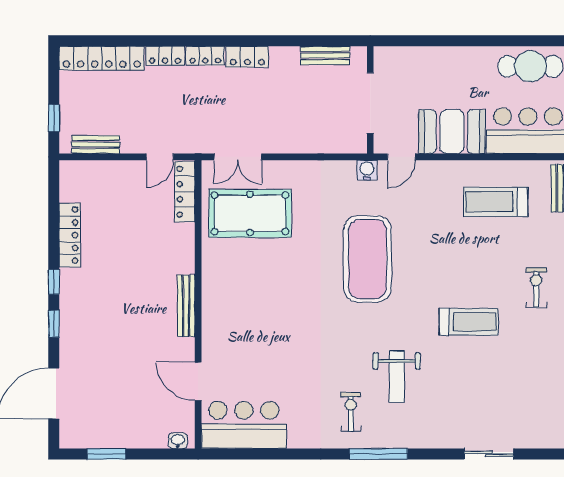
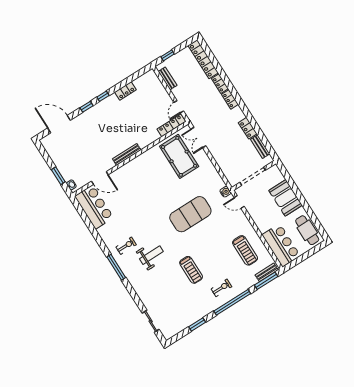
locker: (247, 57) -> (248, 128), moved
booth: (452, 132) -> (286, 198), moved
door: (160, 157) -> (179, 107), hinge flipped
treadmill: (496, 202) -> (245, 250), turned 180
locker: (70, 235) -> (125, 91), width x0.66
weight bench: (397, 377) -> (151, 255), turned 180
door: (198, 381) -> (100, 178), swing flipped
window: (106, 454) -> (58, 176), moved
sliding door: (489, 454) -> (151, 321), moved

